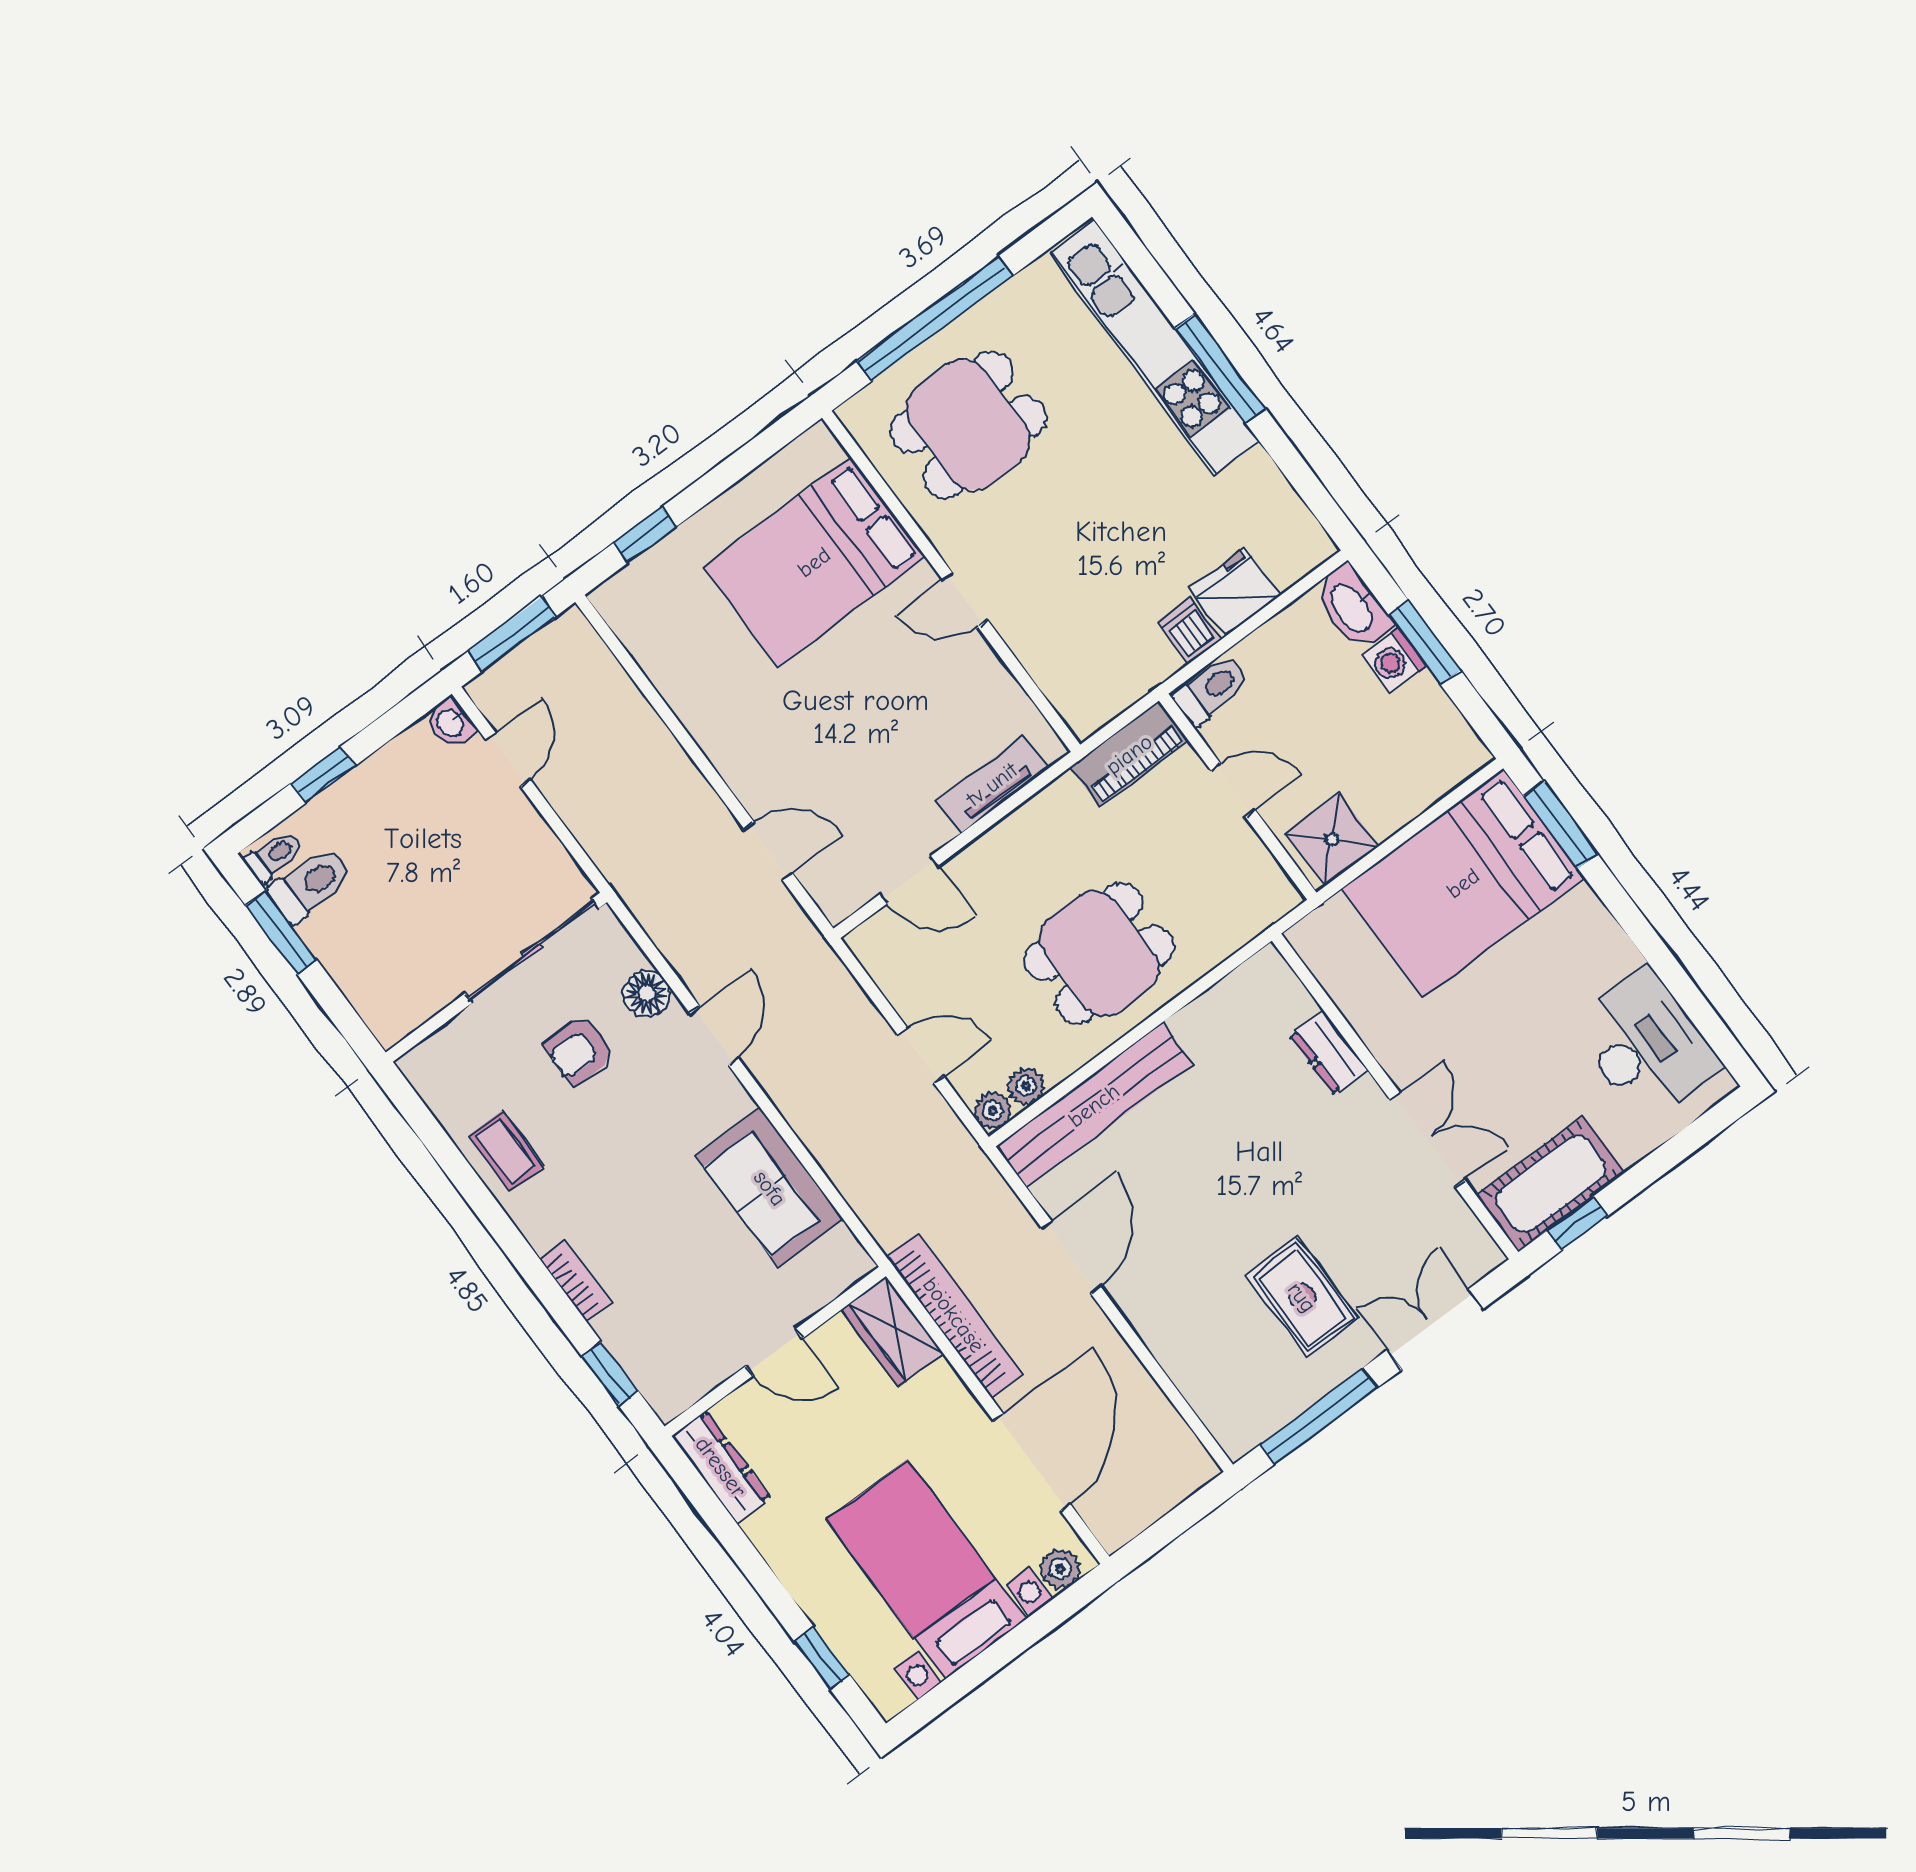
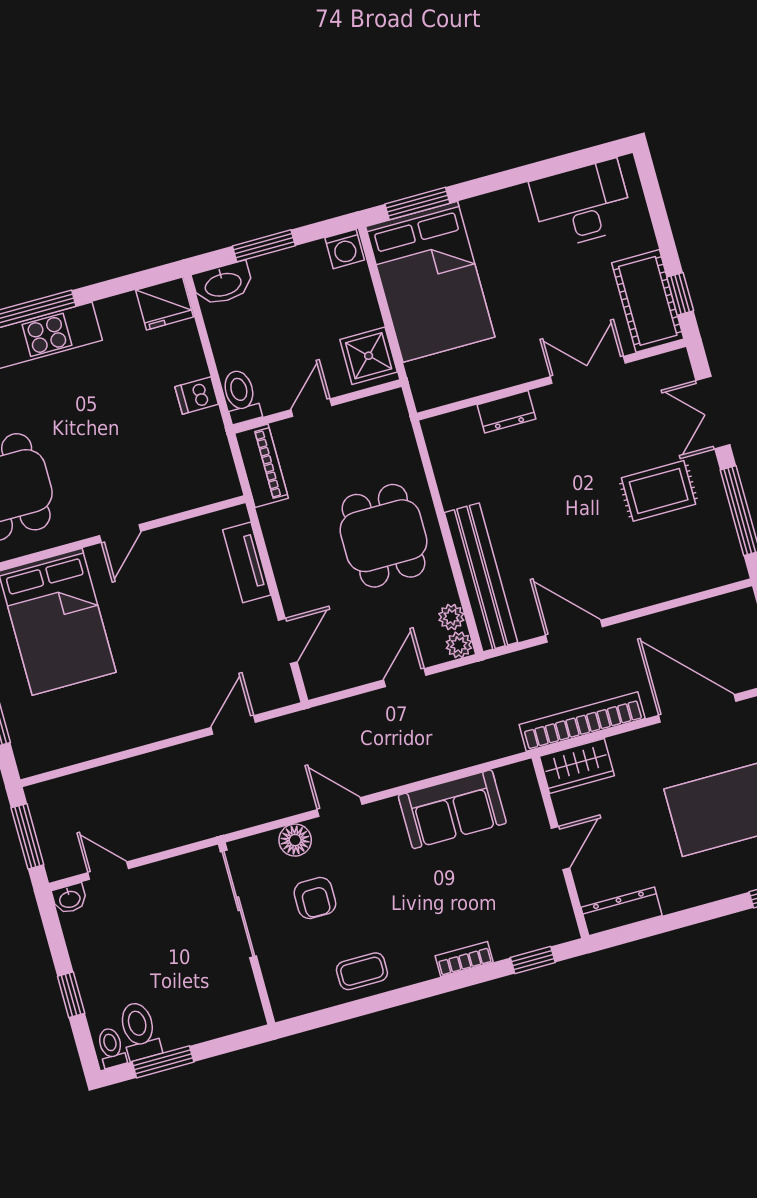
fridge: (1235, 592) -> (164, 304), moved, turned -90
washing machine: (1394, 660) -> (345, 249), moved

